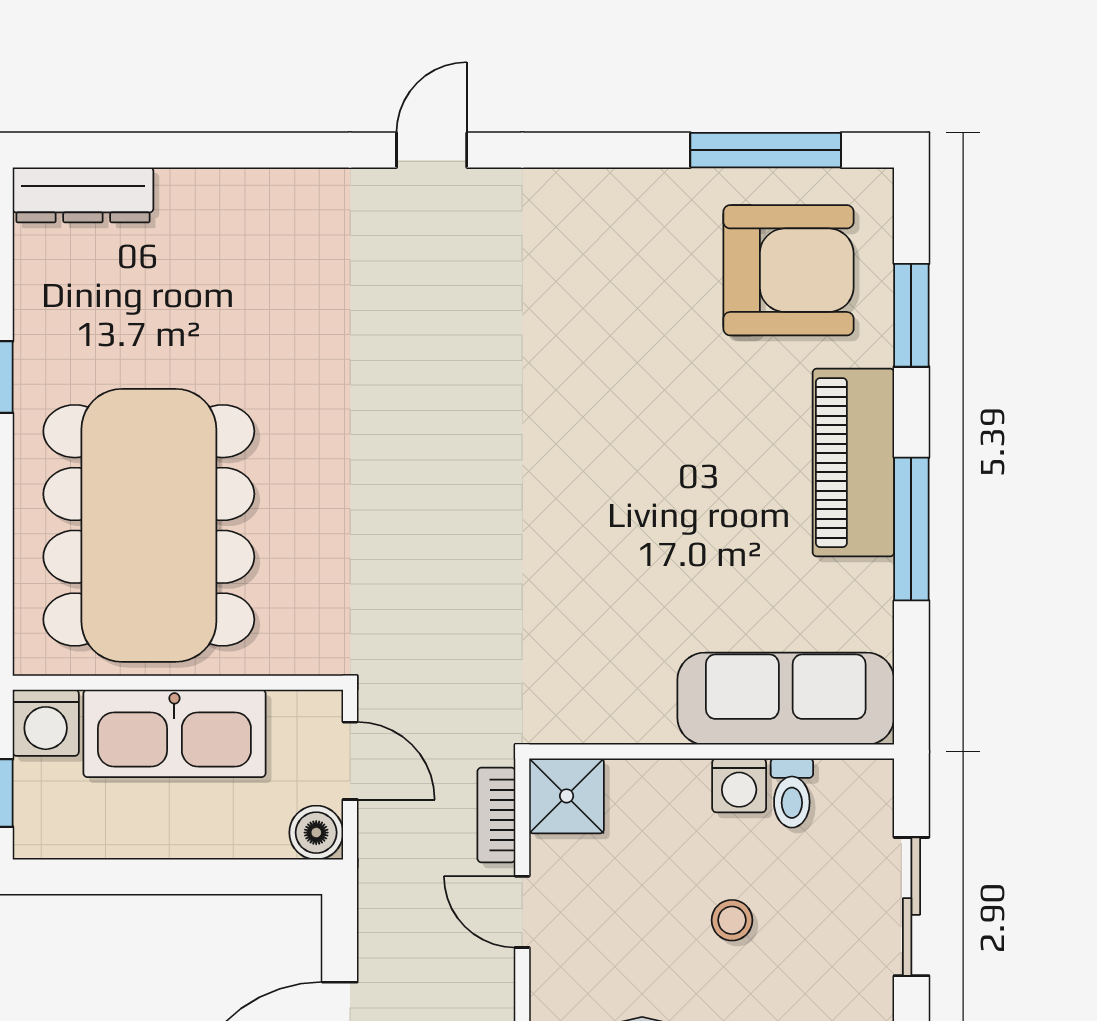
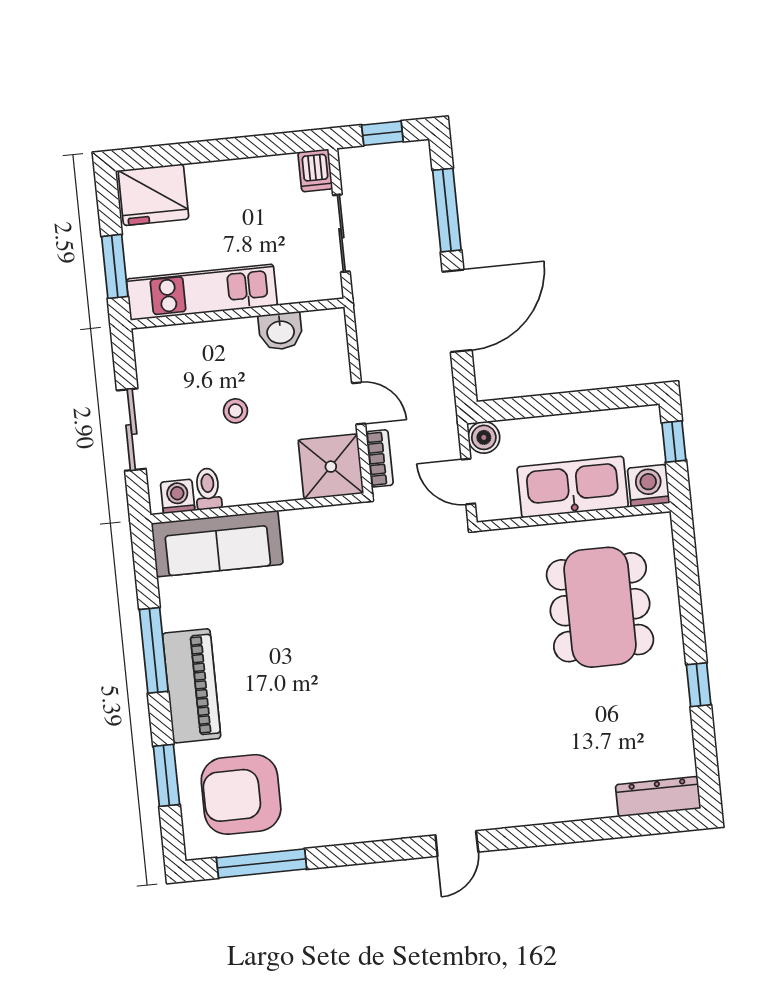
dining table: (149, 525) -> (600, 607), width x0.73, depth x0.80
washing machine: (739, 785) -> (178, 496), moved
shower: (567, 796) -> (331, 467), width x1.36, depth x1.36

